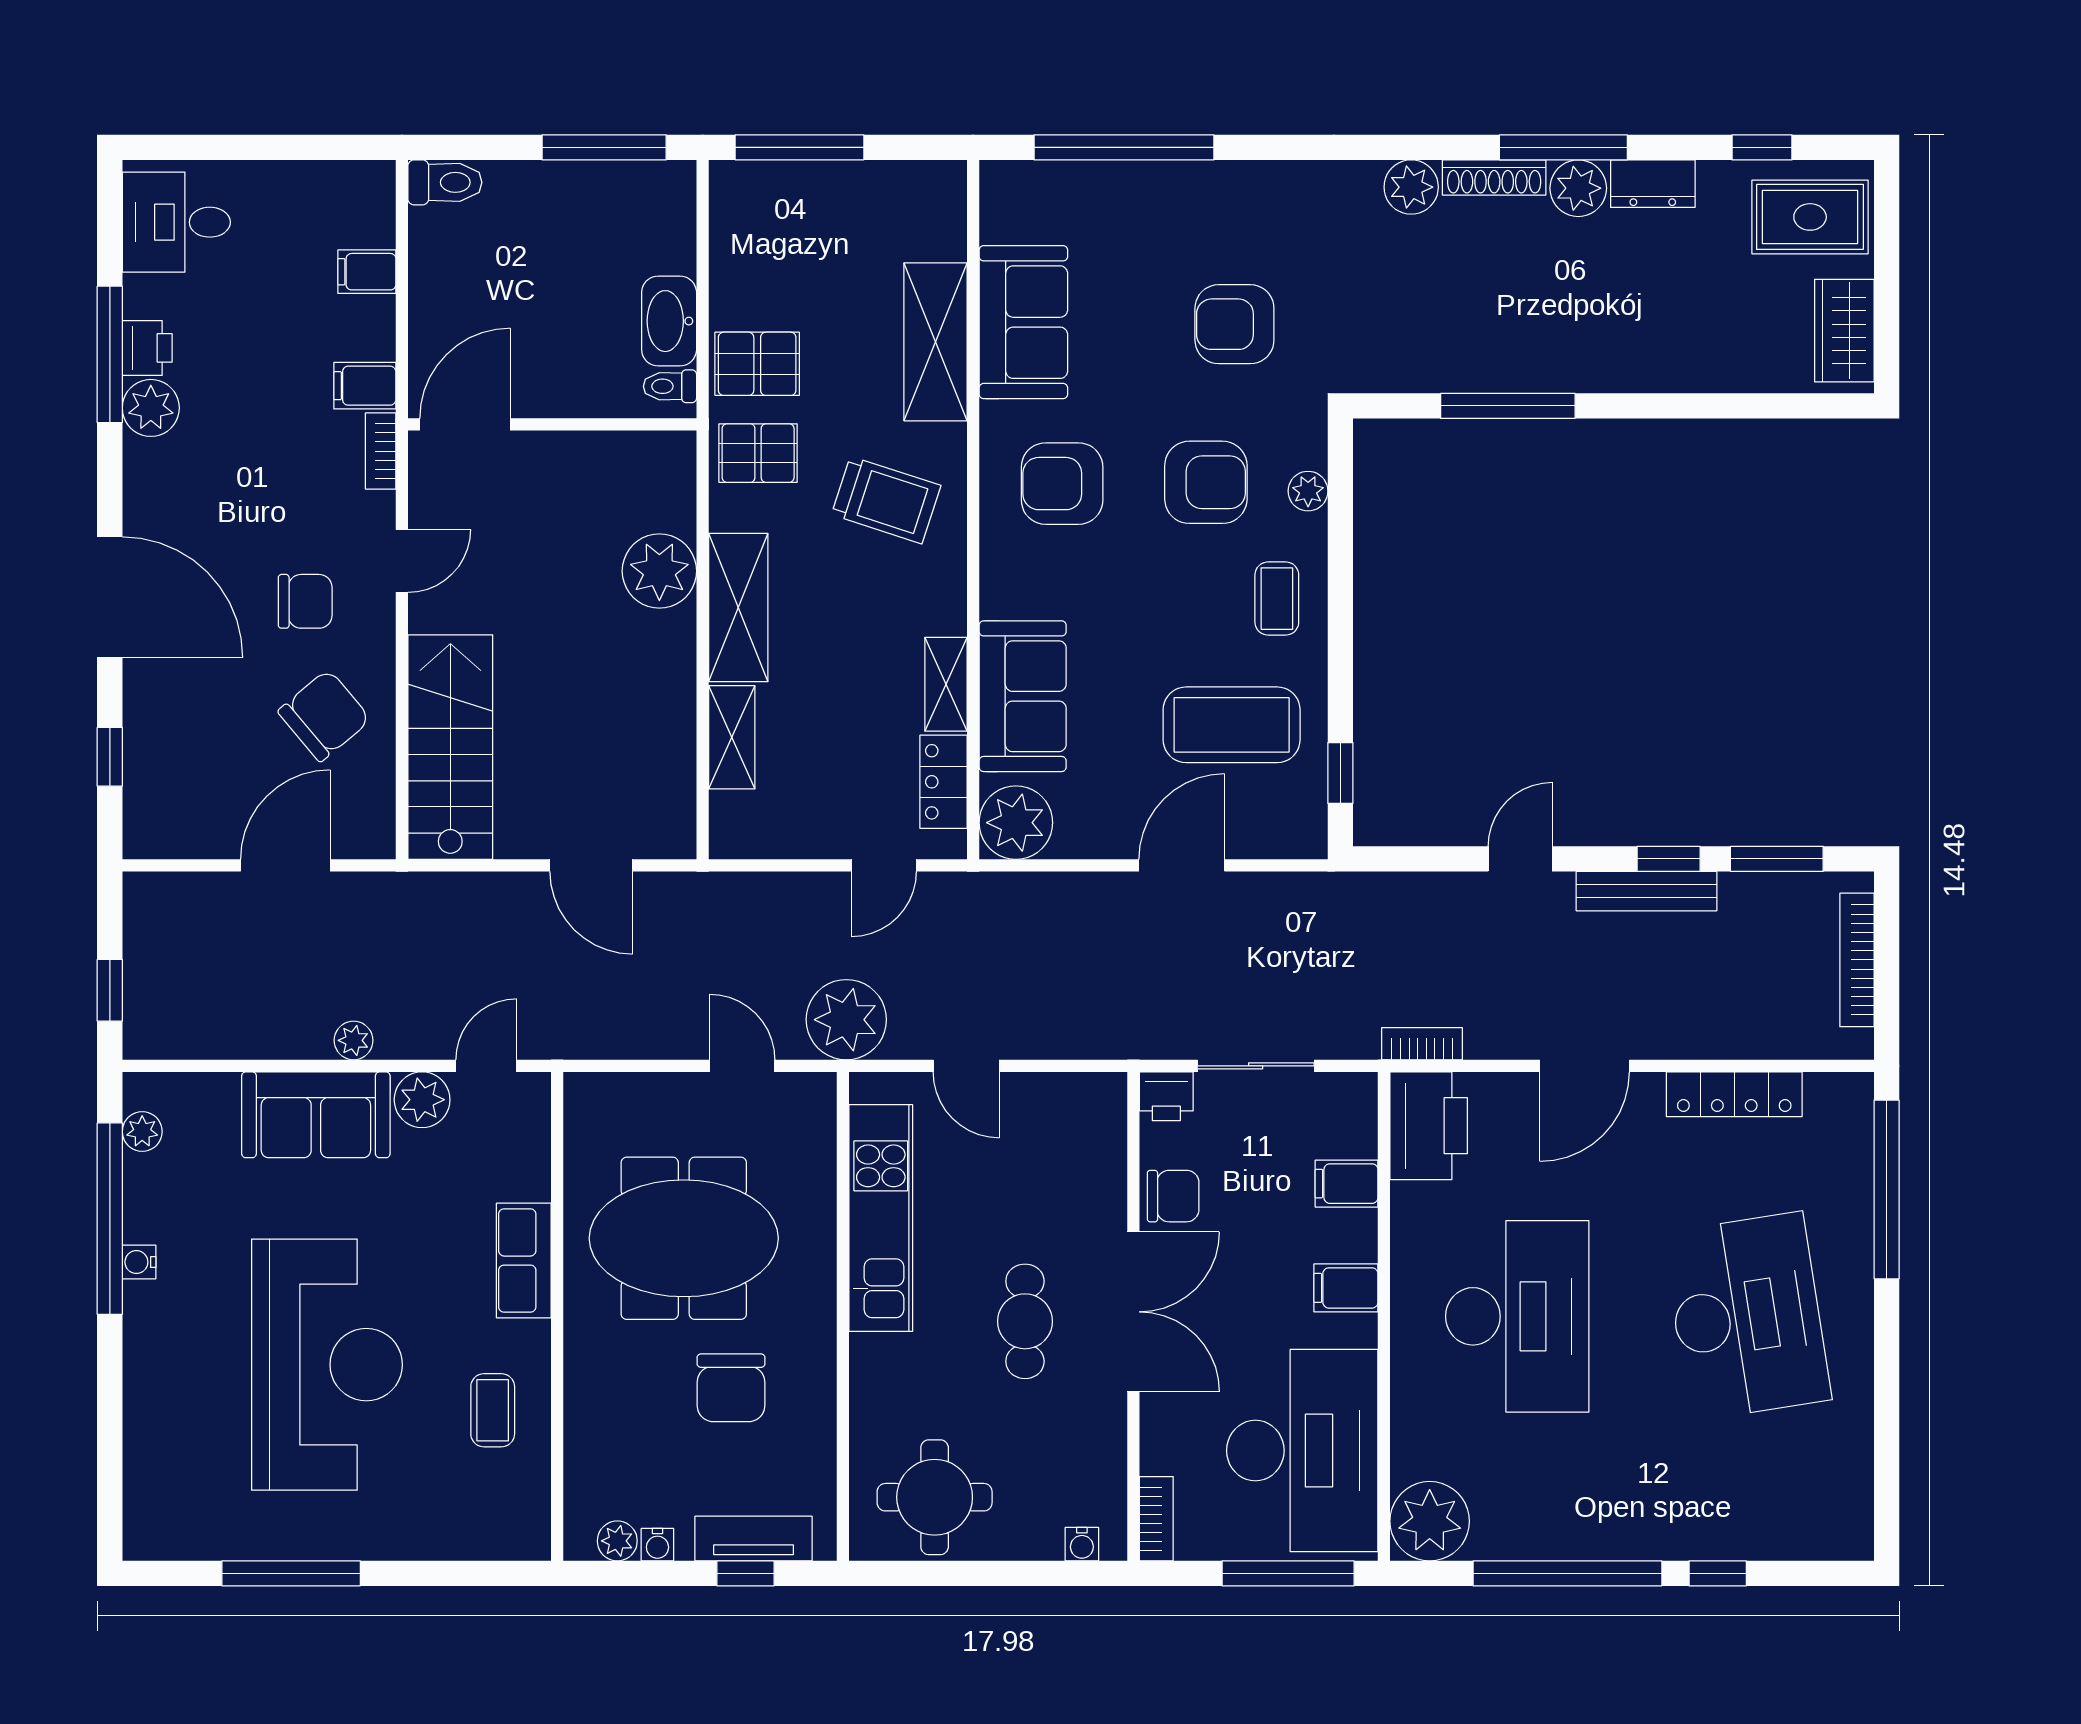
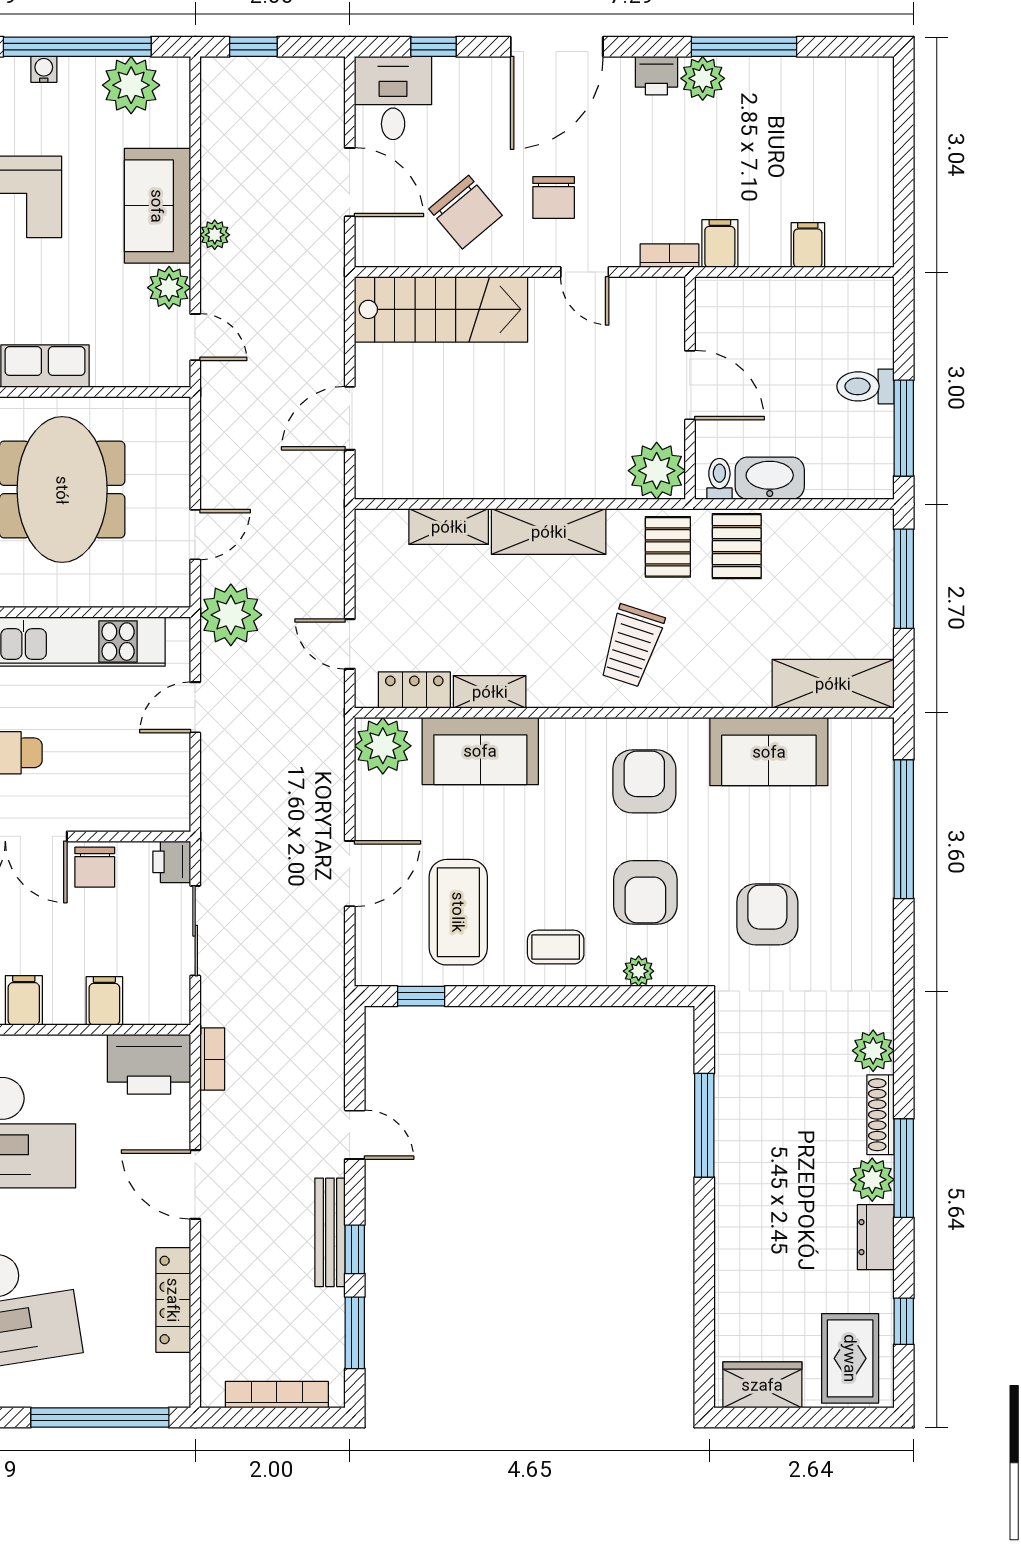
toilet: (445, 182) -> (865, 386), moved, turned 90
desk: (176, 222) -> (393, 98), moved
shelving: (935, 342) -> (833, 684), moved
printer: (147, 348) -> (656, 76), moved
door: (465, 424) -> (690, 385), moved
plant: (659, 571) -> (657, 471), moved
door: (1182, 865) -> (350, 874), hinge flipped
plant: (142, 1132) -> (131, 85), width x1.88, depth x1.88

